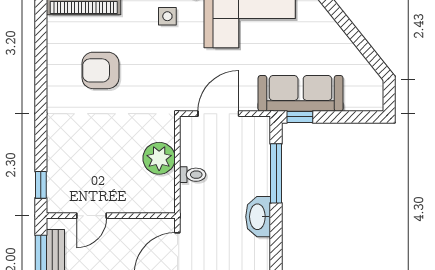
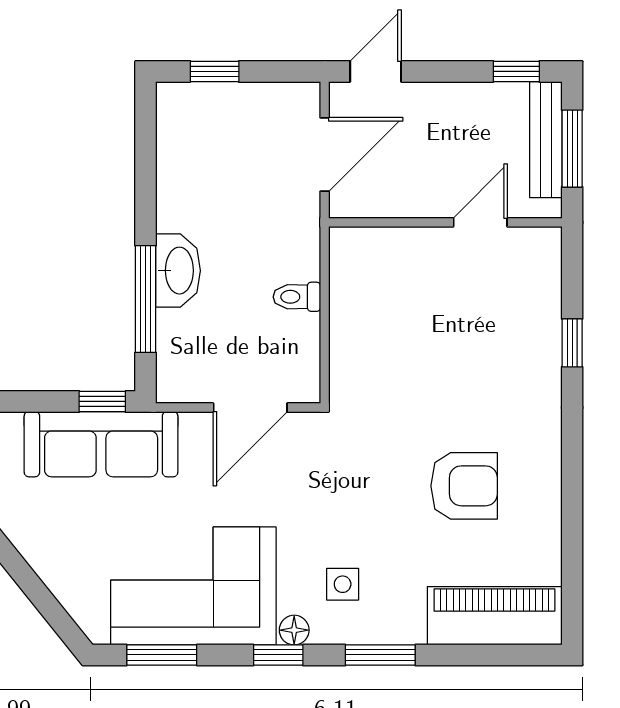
plant: (159, 158) -> (358, 327), removed
window: (41, 185) -> (572, 343), moved
washbasin: (258, 217) -> (178, 271), moved

